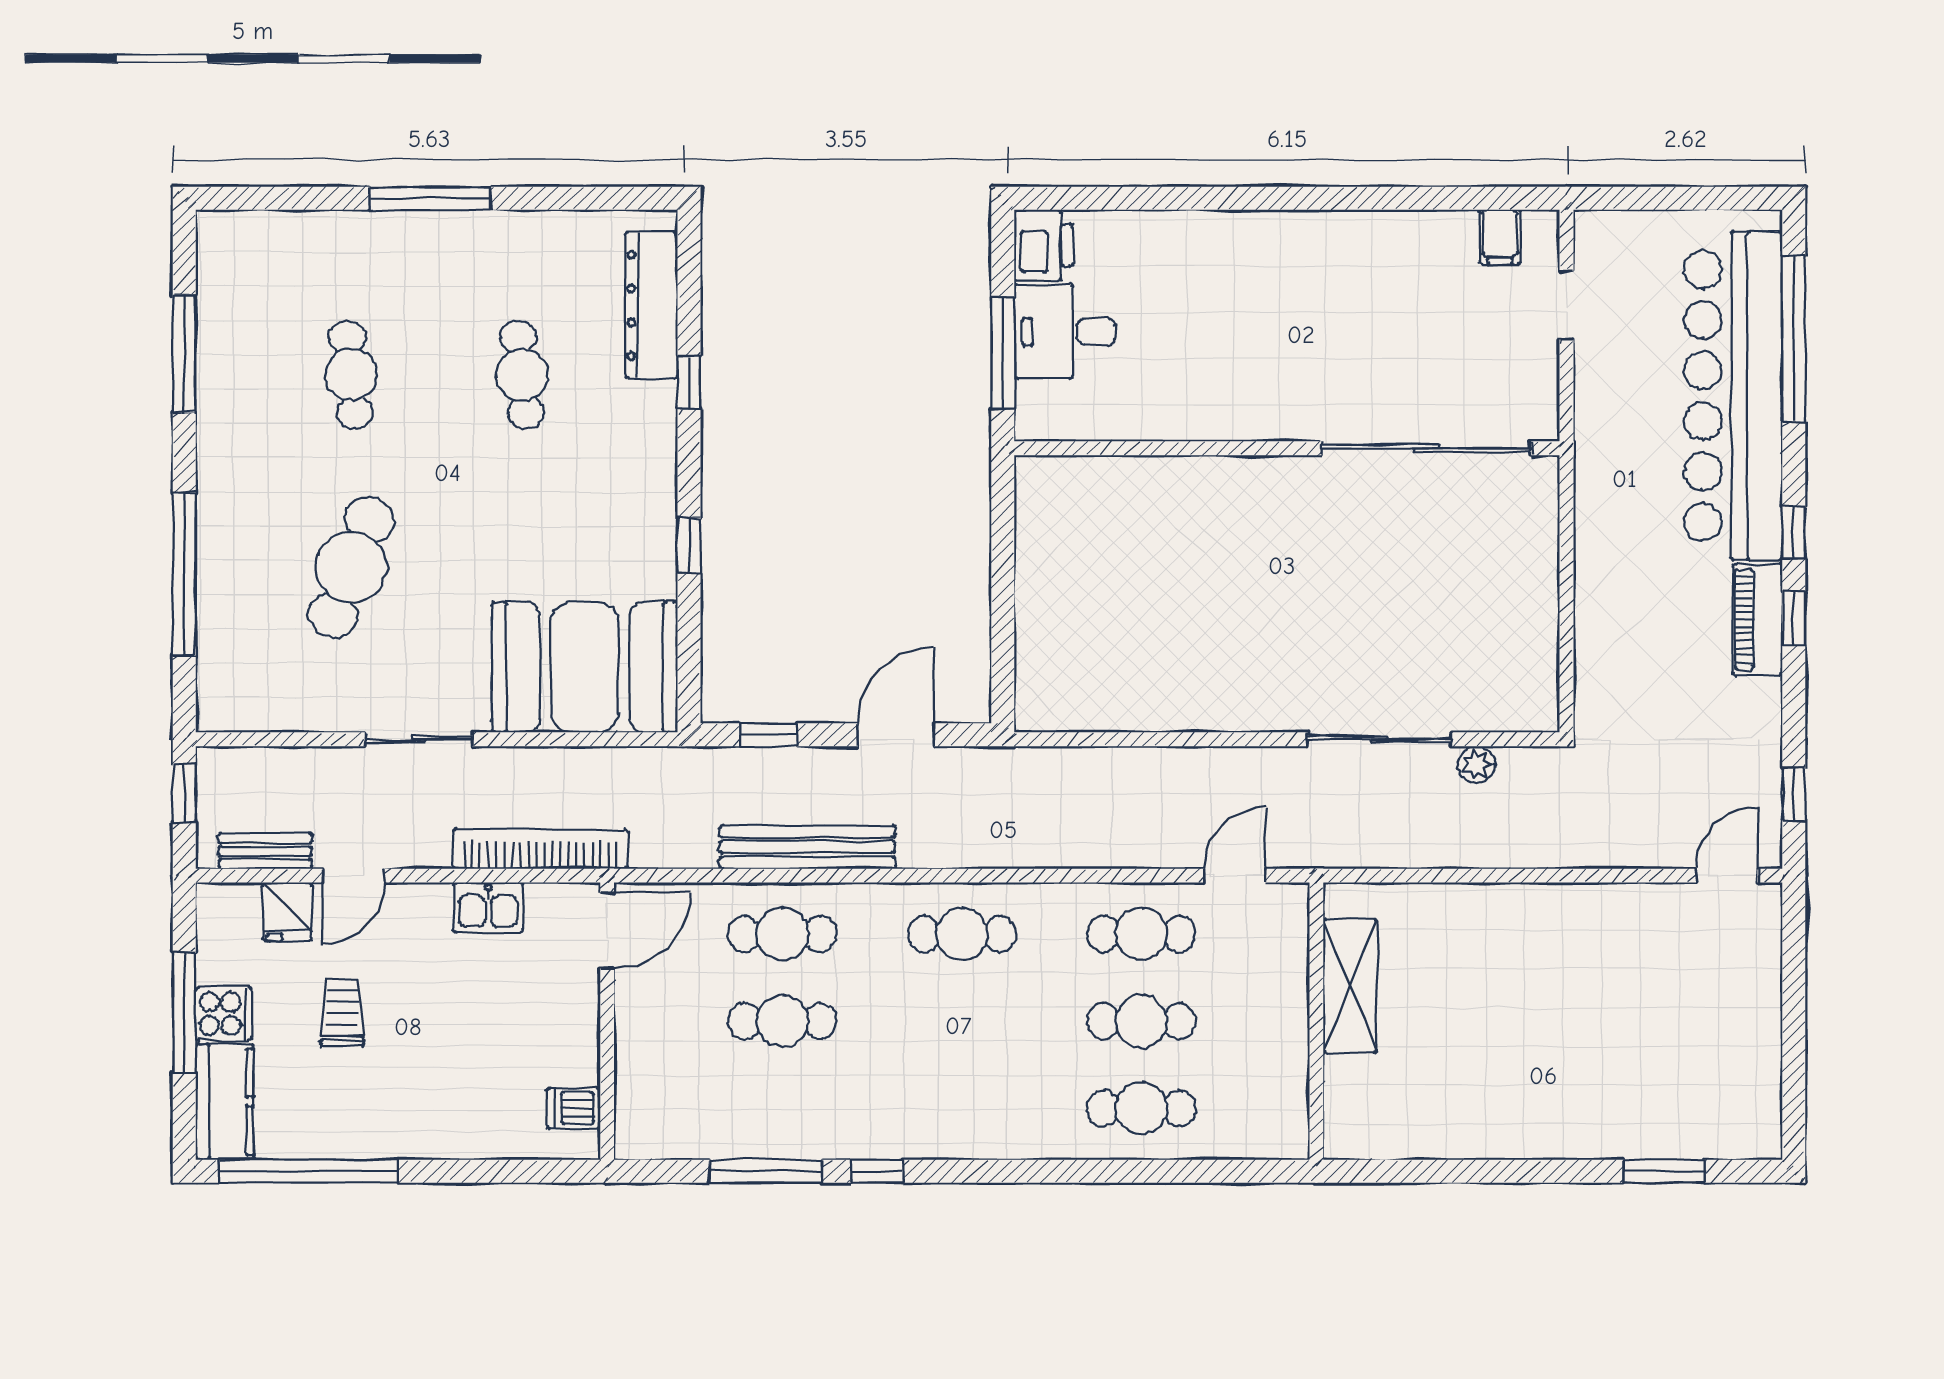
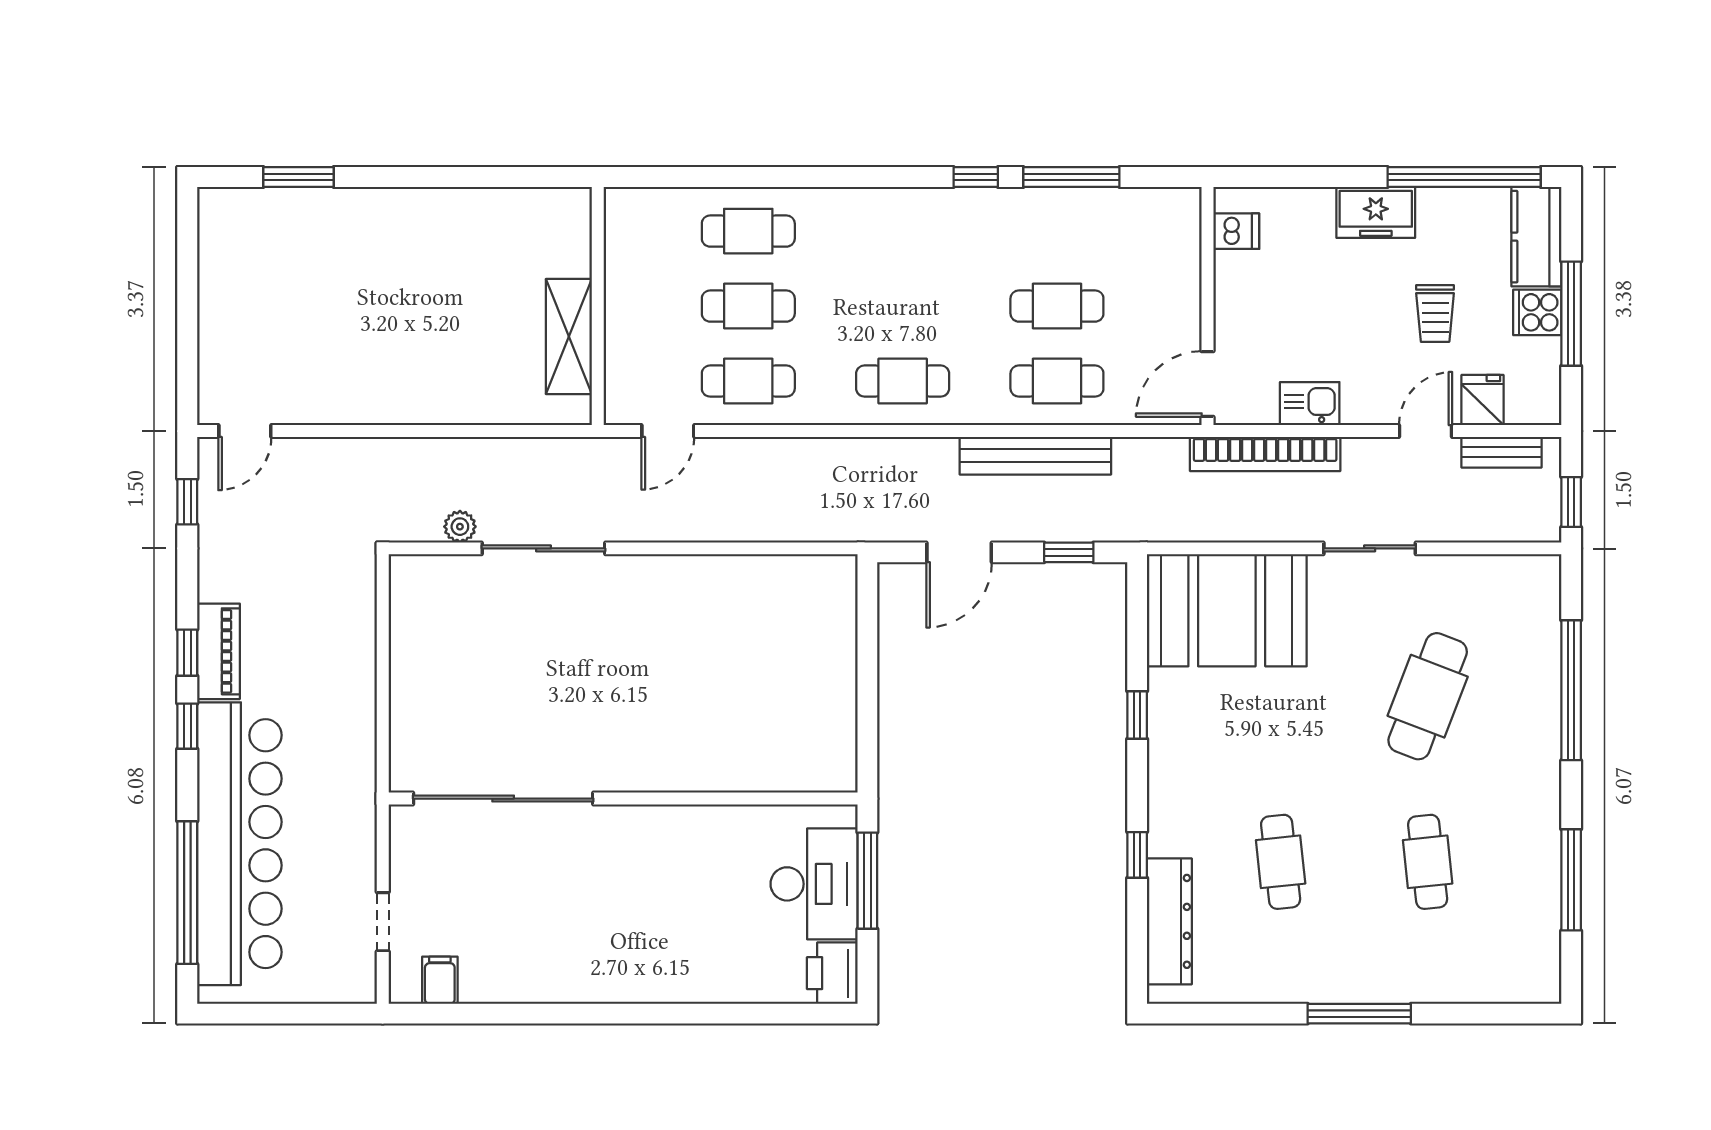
desk: (1065, 331) -> (814, 884), width x1.37
freezer: (411, 1130) -> (1376, 212), added

